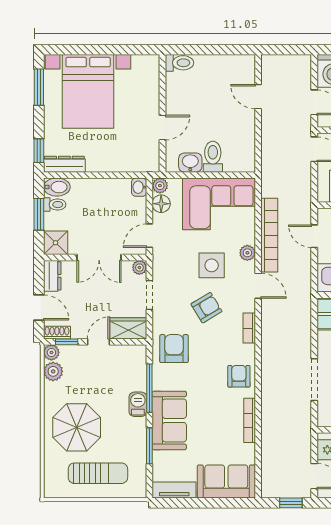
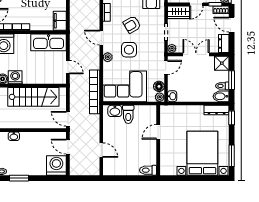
washbasin: (190, 163) -> (115, 111), moved
bookcase: (269, 235) -> (95, 92), moved

